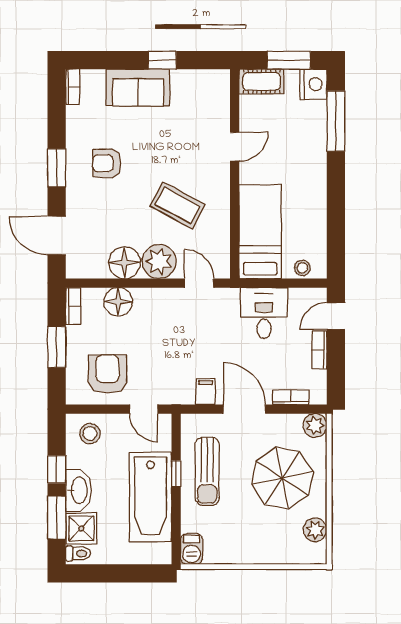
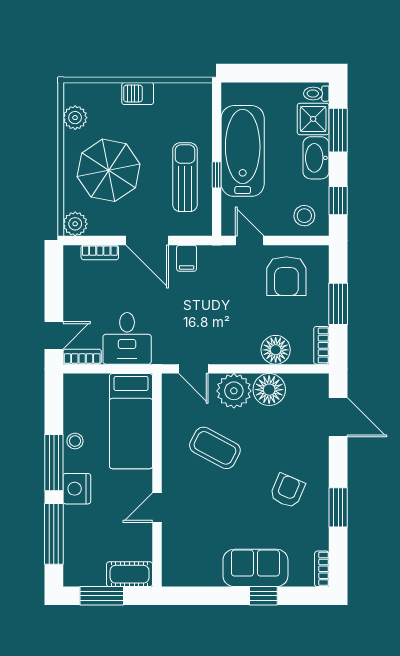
window: (162, 60) -> (263, 596), moved
nightstand: (313, 84) -> (77, 489), moved
armchair: (107, 163) -> (287, 491), turned -67
window: (57, 168) -> (338, 507), moved
window: (336, 191) -> (54, 463), added
stool: (302, 268) -> (75, 441), moved
bookcase: (319, 350) -> (82, 357), moved, turned -90
window: (57, 469) -> (338, 201), moved
barbecue: (192, 549) -> (138, 93), moved, turned -90

